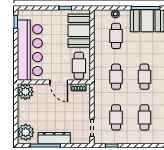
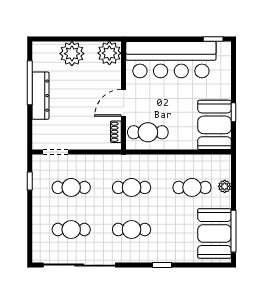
booth: (79, 31) -> (215, 125), moved, turned 90
plant: (26, 132) -> (72, 54), moved

